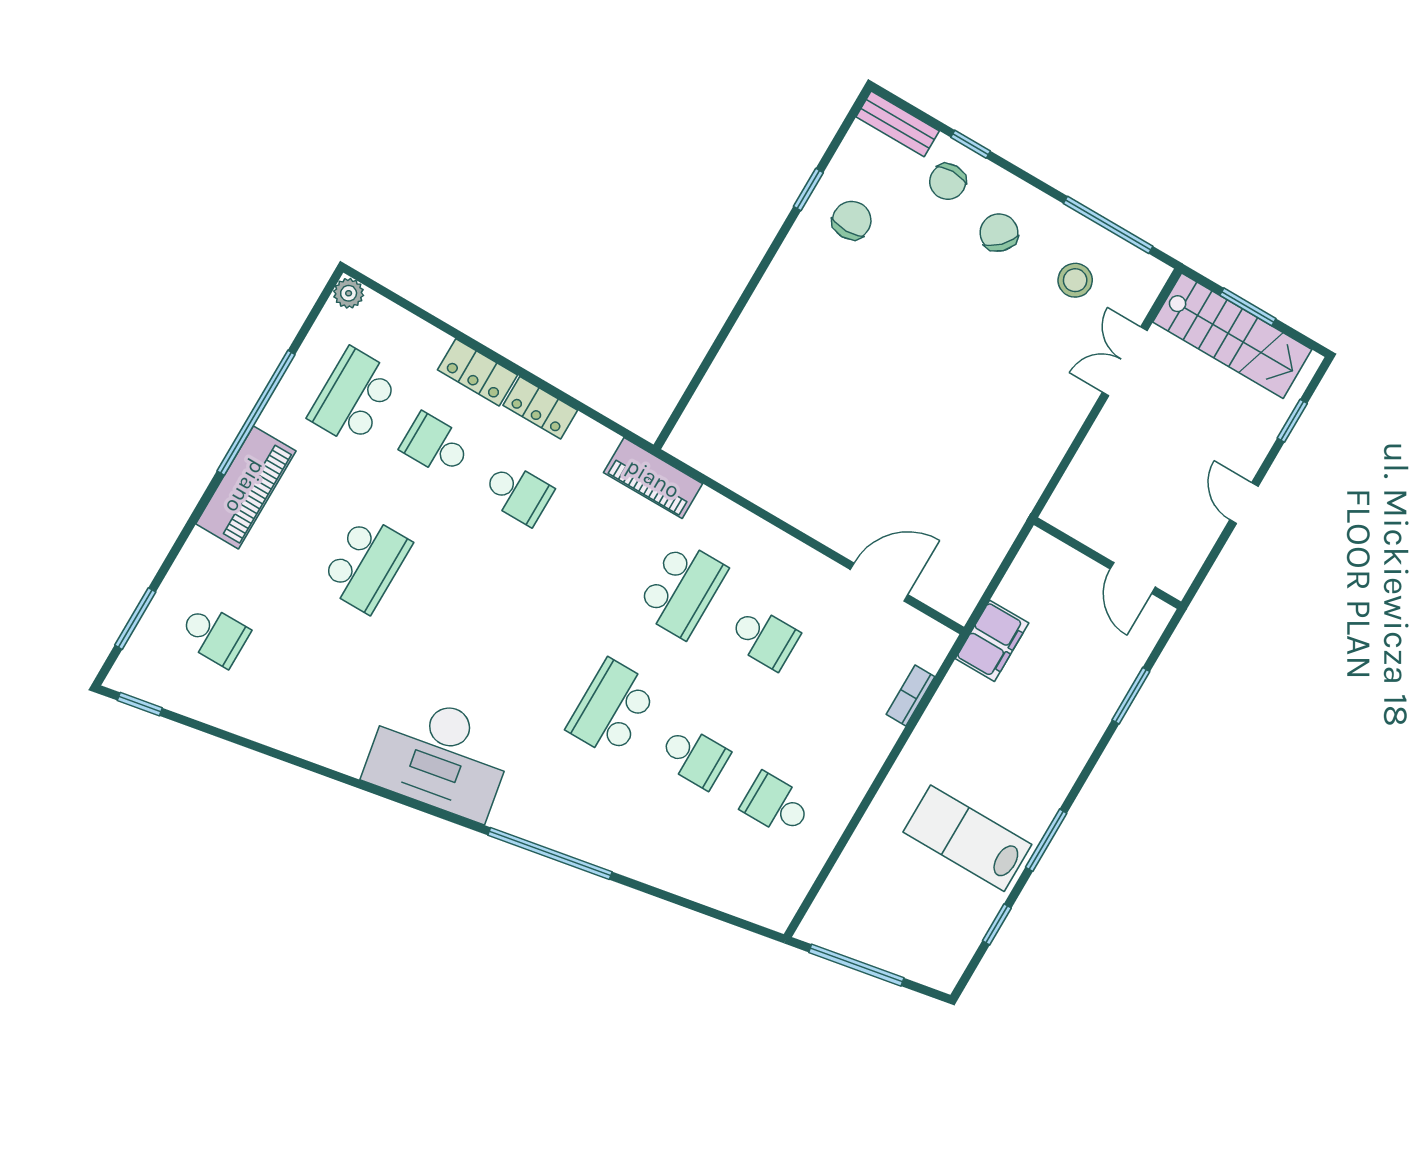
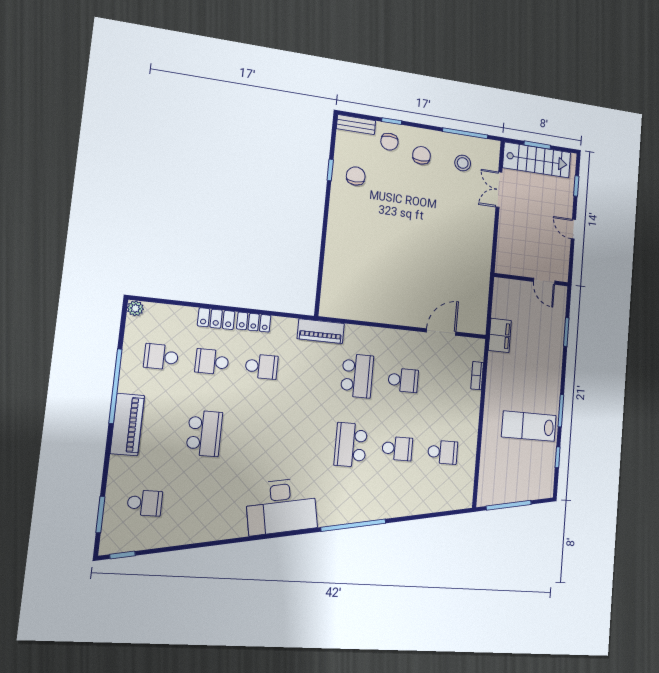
chair: (999, 233) -> (422, 155), turned 45
school desk: (354, 397) -> (161, 357), width x0.54
school desk: (776, 805) -> (443, 452), turned 180

